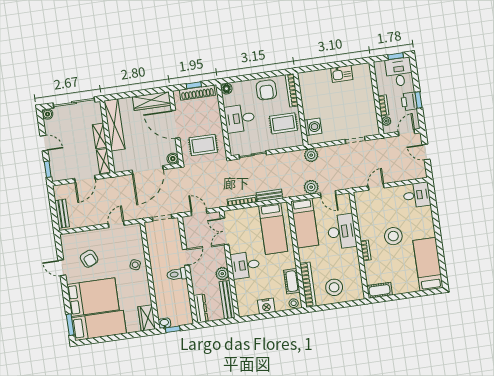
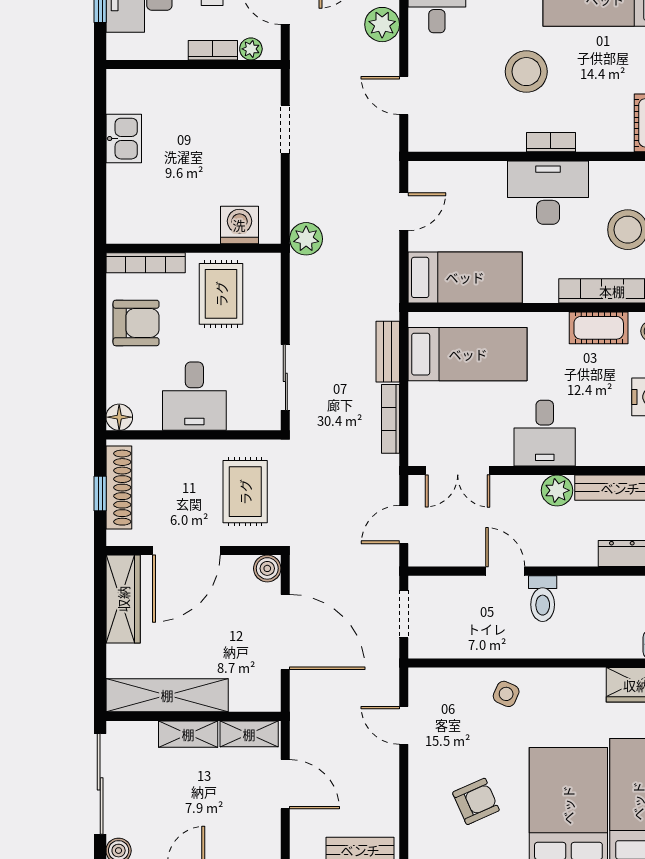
plant: (311, 187) -> (382, 25), moved
desk: (342, 231) -> (548, 193), moved

